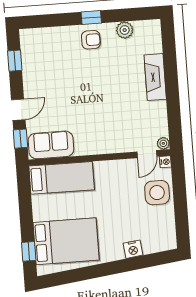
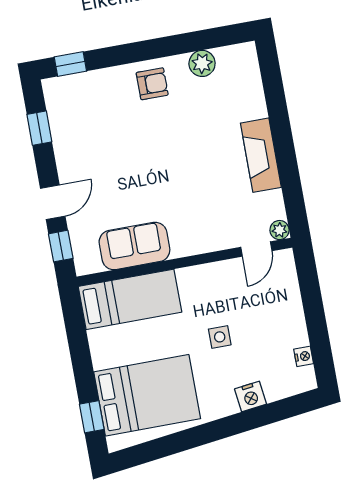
window: (91, 17) -> (70, 64), moved
fireplace: (155, 77) -> (261, 155), moved
sofa: (51, 145) -> (134, 246), moved
nightstand: (165, 162) -> (304, 356), moved
side table: (157, 193) -> (220, 337), moved, width x0.54, depth x0.54

